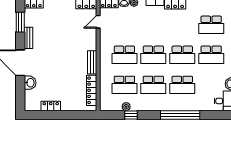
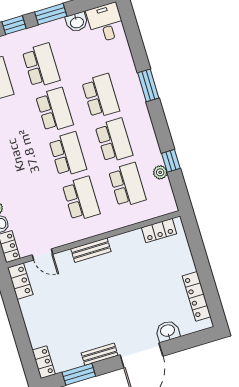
bench: (92, 62) -> (91, 250), moved
locker: (92, 90) -> (159, 231), width x0.66
locker: (51, 106) -> (196, 296), width x1.53
window: (180, 115) -> (148, 85), width x0.47

